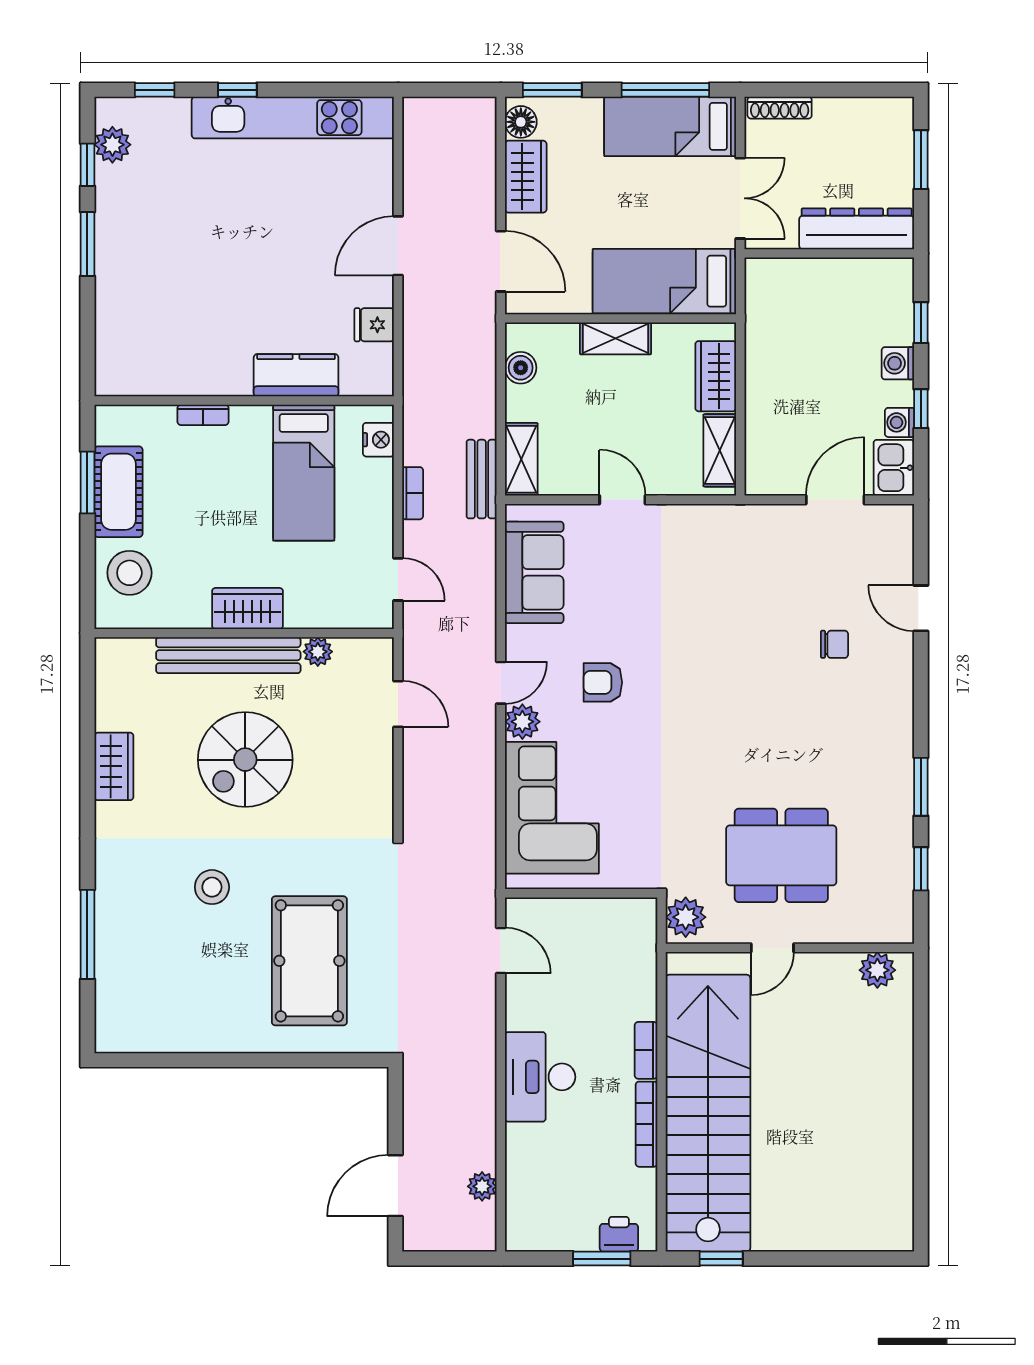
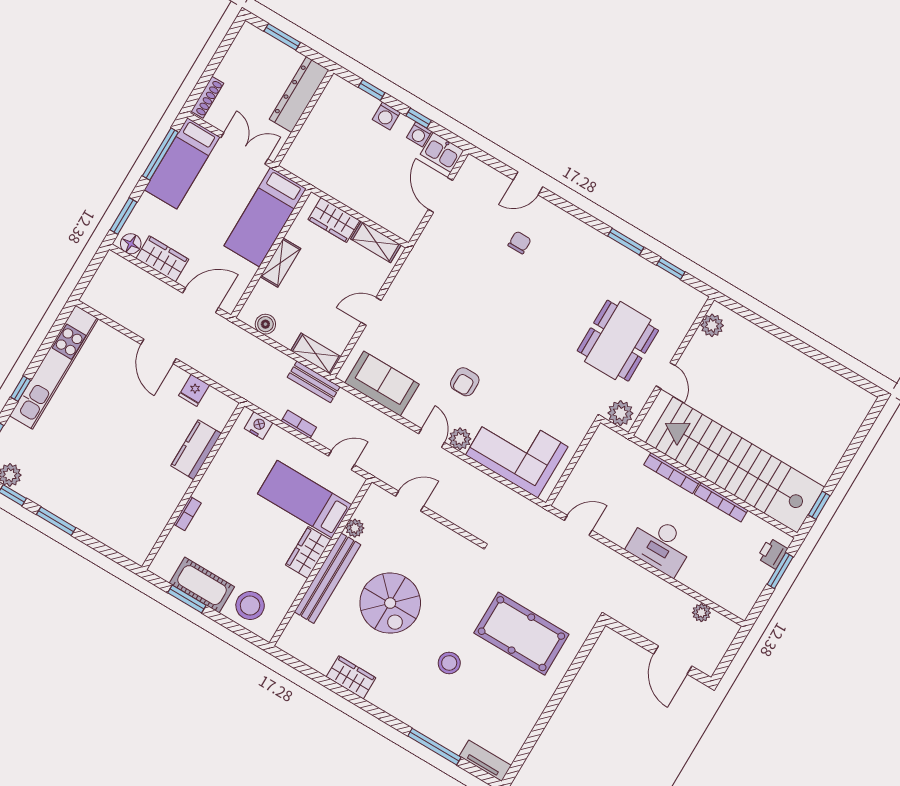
bed: (304, 473) -> (305, 499), moved, turned 180
tv unit: (109, 1014) -> (485, 761), added
bookcase: (646, 1050) -> (672, 473), width x1.56

